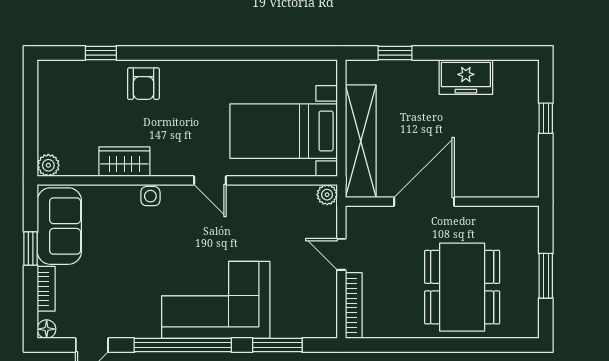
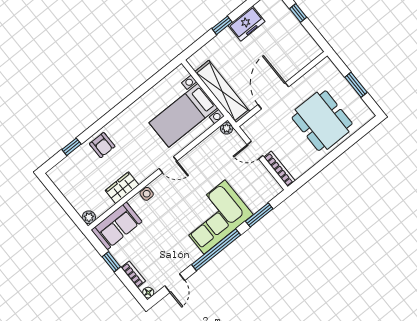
window: (395, 53) -> (222, 25), moved
sofa: (59, 226) -> (117, 226), moved, turned 90

